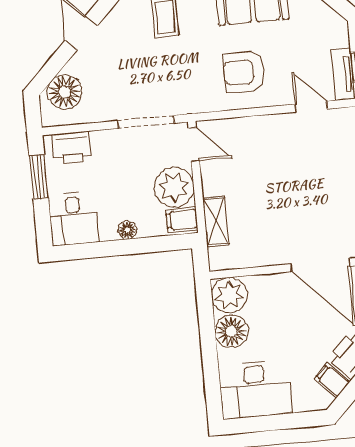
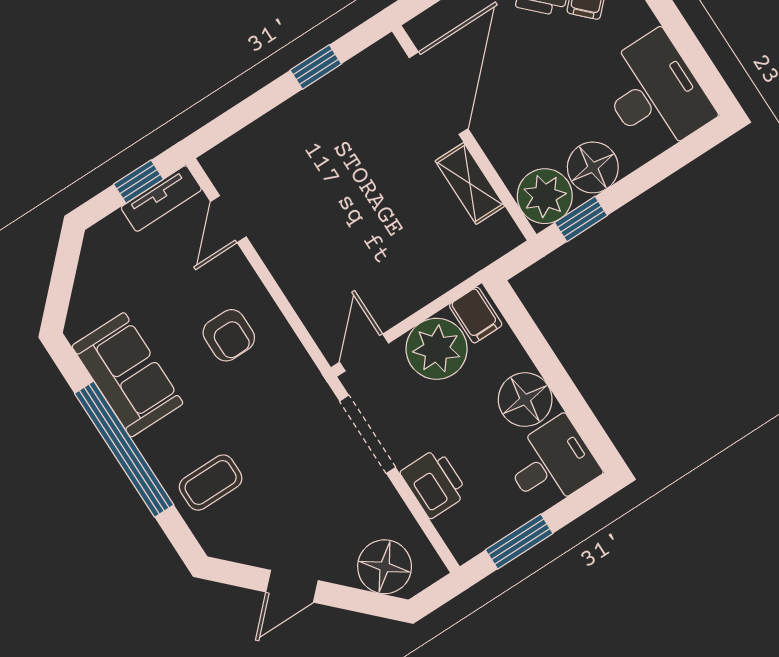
armchair: (244, 72) -> (229, 335), width x0.72, depth x0.72
printer: (72, 148) -> (434, 483), moved
shelving: (216, 221) -> (470, 183), moved, turned 90
floor lamp: (127, 230) -> (525, 400), width x1.89, depth x1.89
window: (205, 309) -> (581, 219), added

